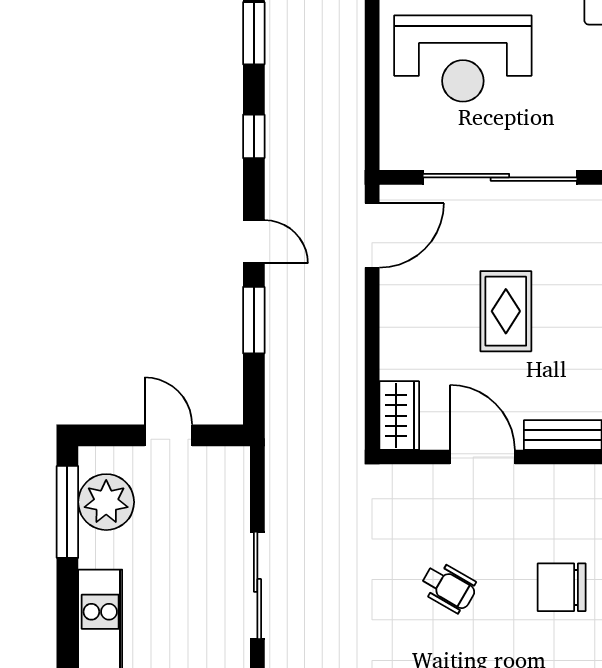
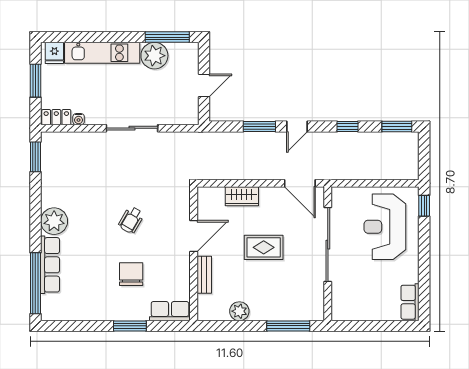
wardrobe: (399, 416) -> (242, 196), moved
plant: (106, 502) -> (154, 56), moved

